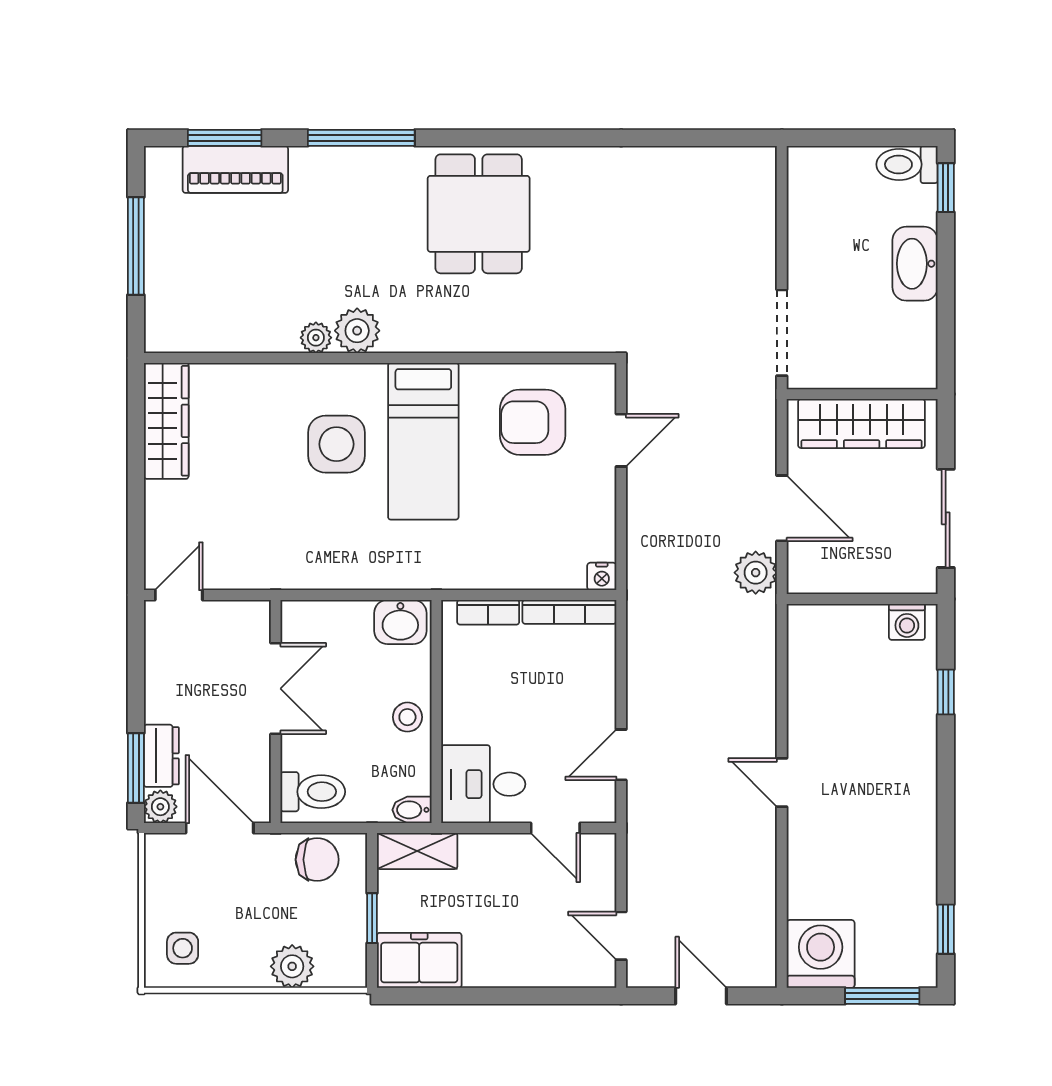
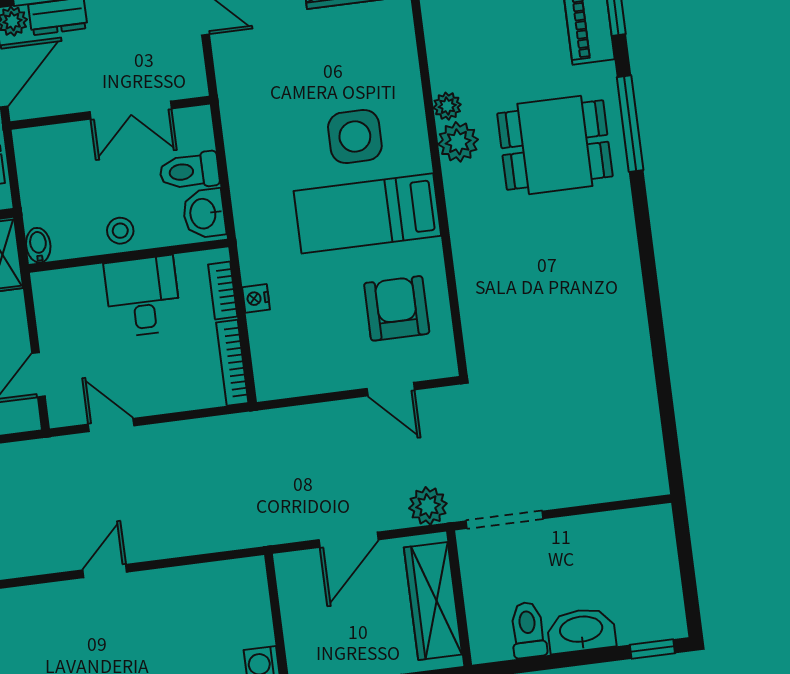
toilet: (907, 164) -> (528, 630), moved
dining table: (479, 214) -> (555, 145), moved
plant: (756, 573) -> (428, 506), moved
nightstand: (602, 576) -> (256, 298), moved
desk: (483, 784) -> (143, 296), moved
toilet: (313, 792) -> (189, 171), moved, turned 90

